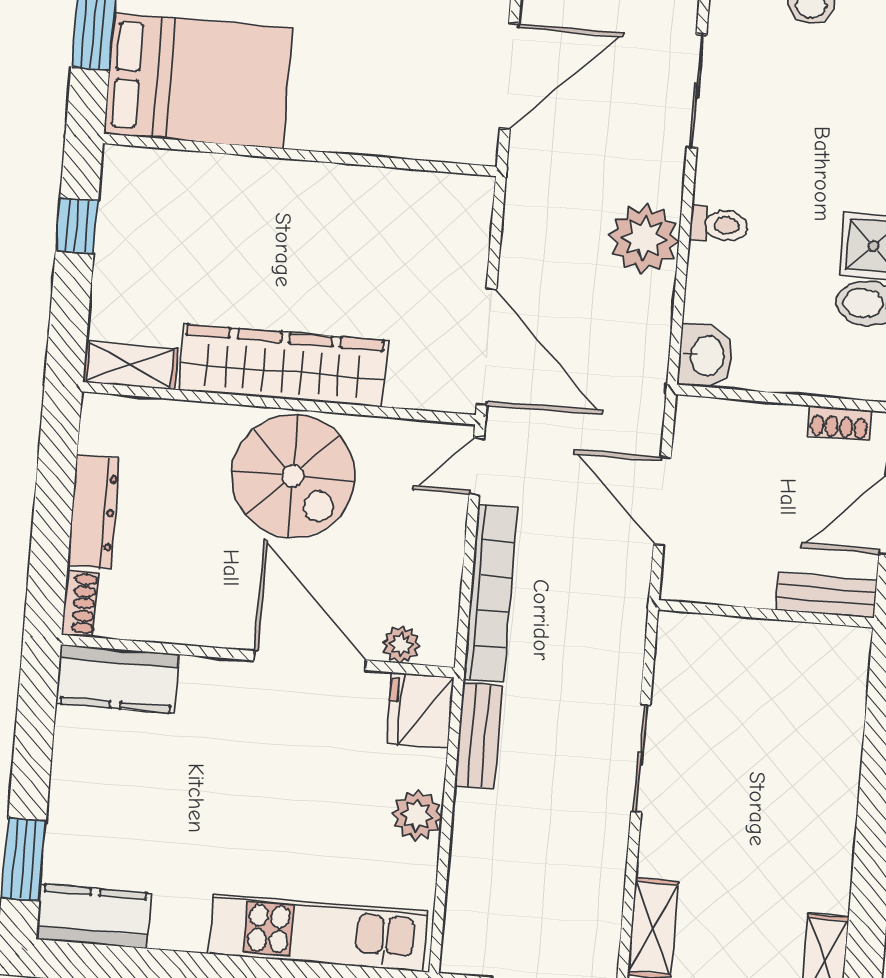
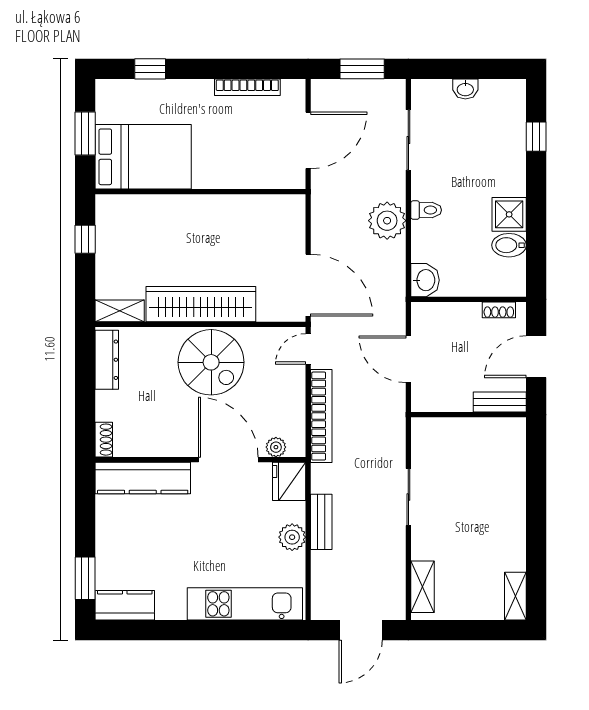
dresser: (94, 512) -> (107, 360), moved
kitchen counter: (117, 679) -> (143, 478), width x1.50
bench: (478, 736) -> (321, 522), moved

